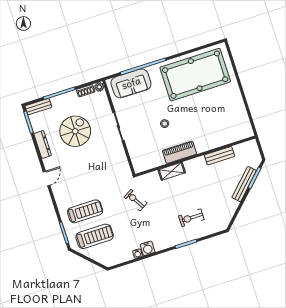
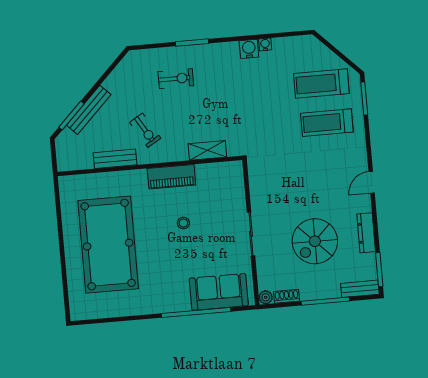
pool table: (195, 75) -> (108, 245), moved, turned 90
shelving: (172, 171) -> (207, 150), moved
exercise bike: (135, 200) -> (145, 130), moved

